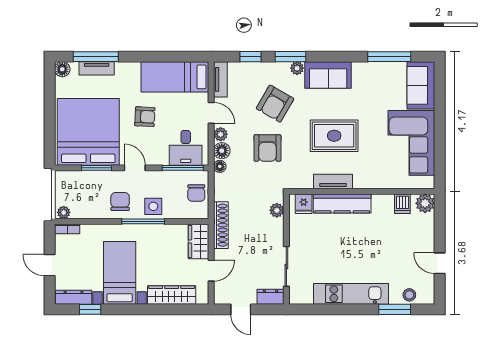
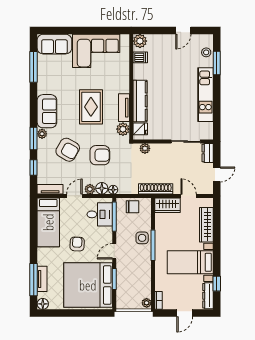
plant: (303, 180) -> (123, 129), added
chair: (120, 202) -> (139, 262), removed

